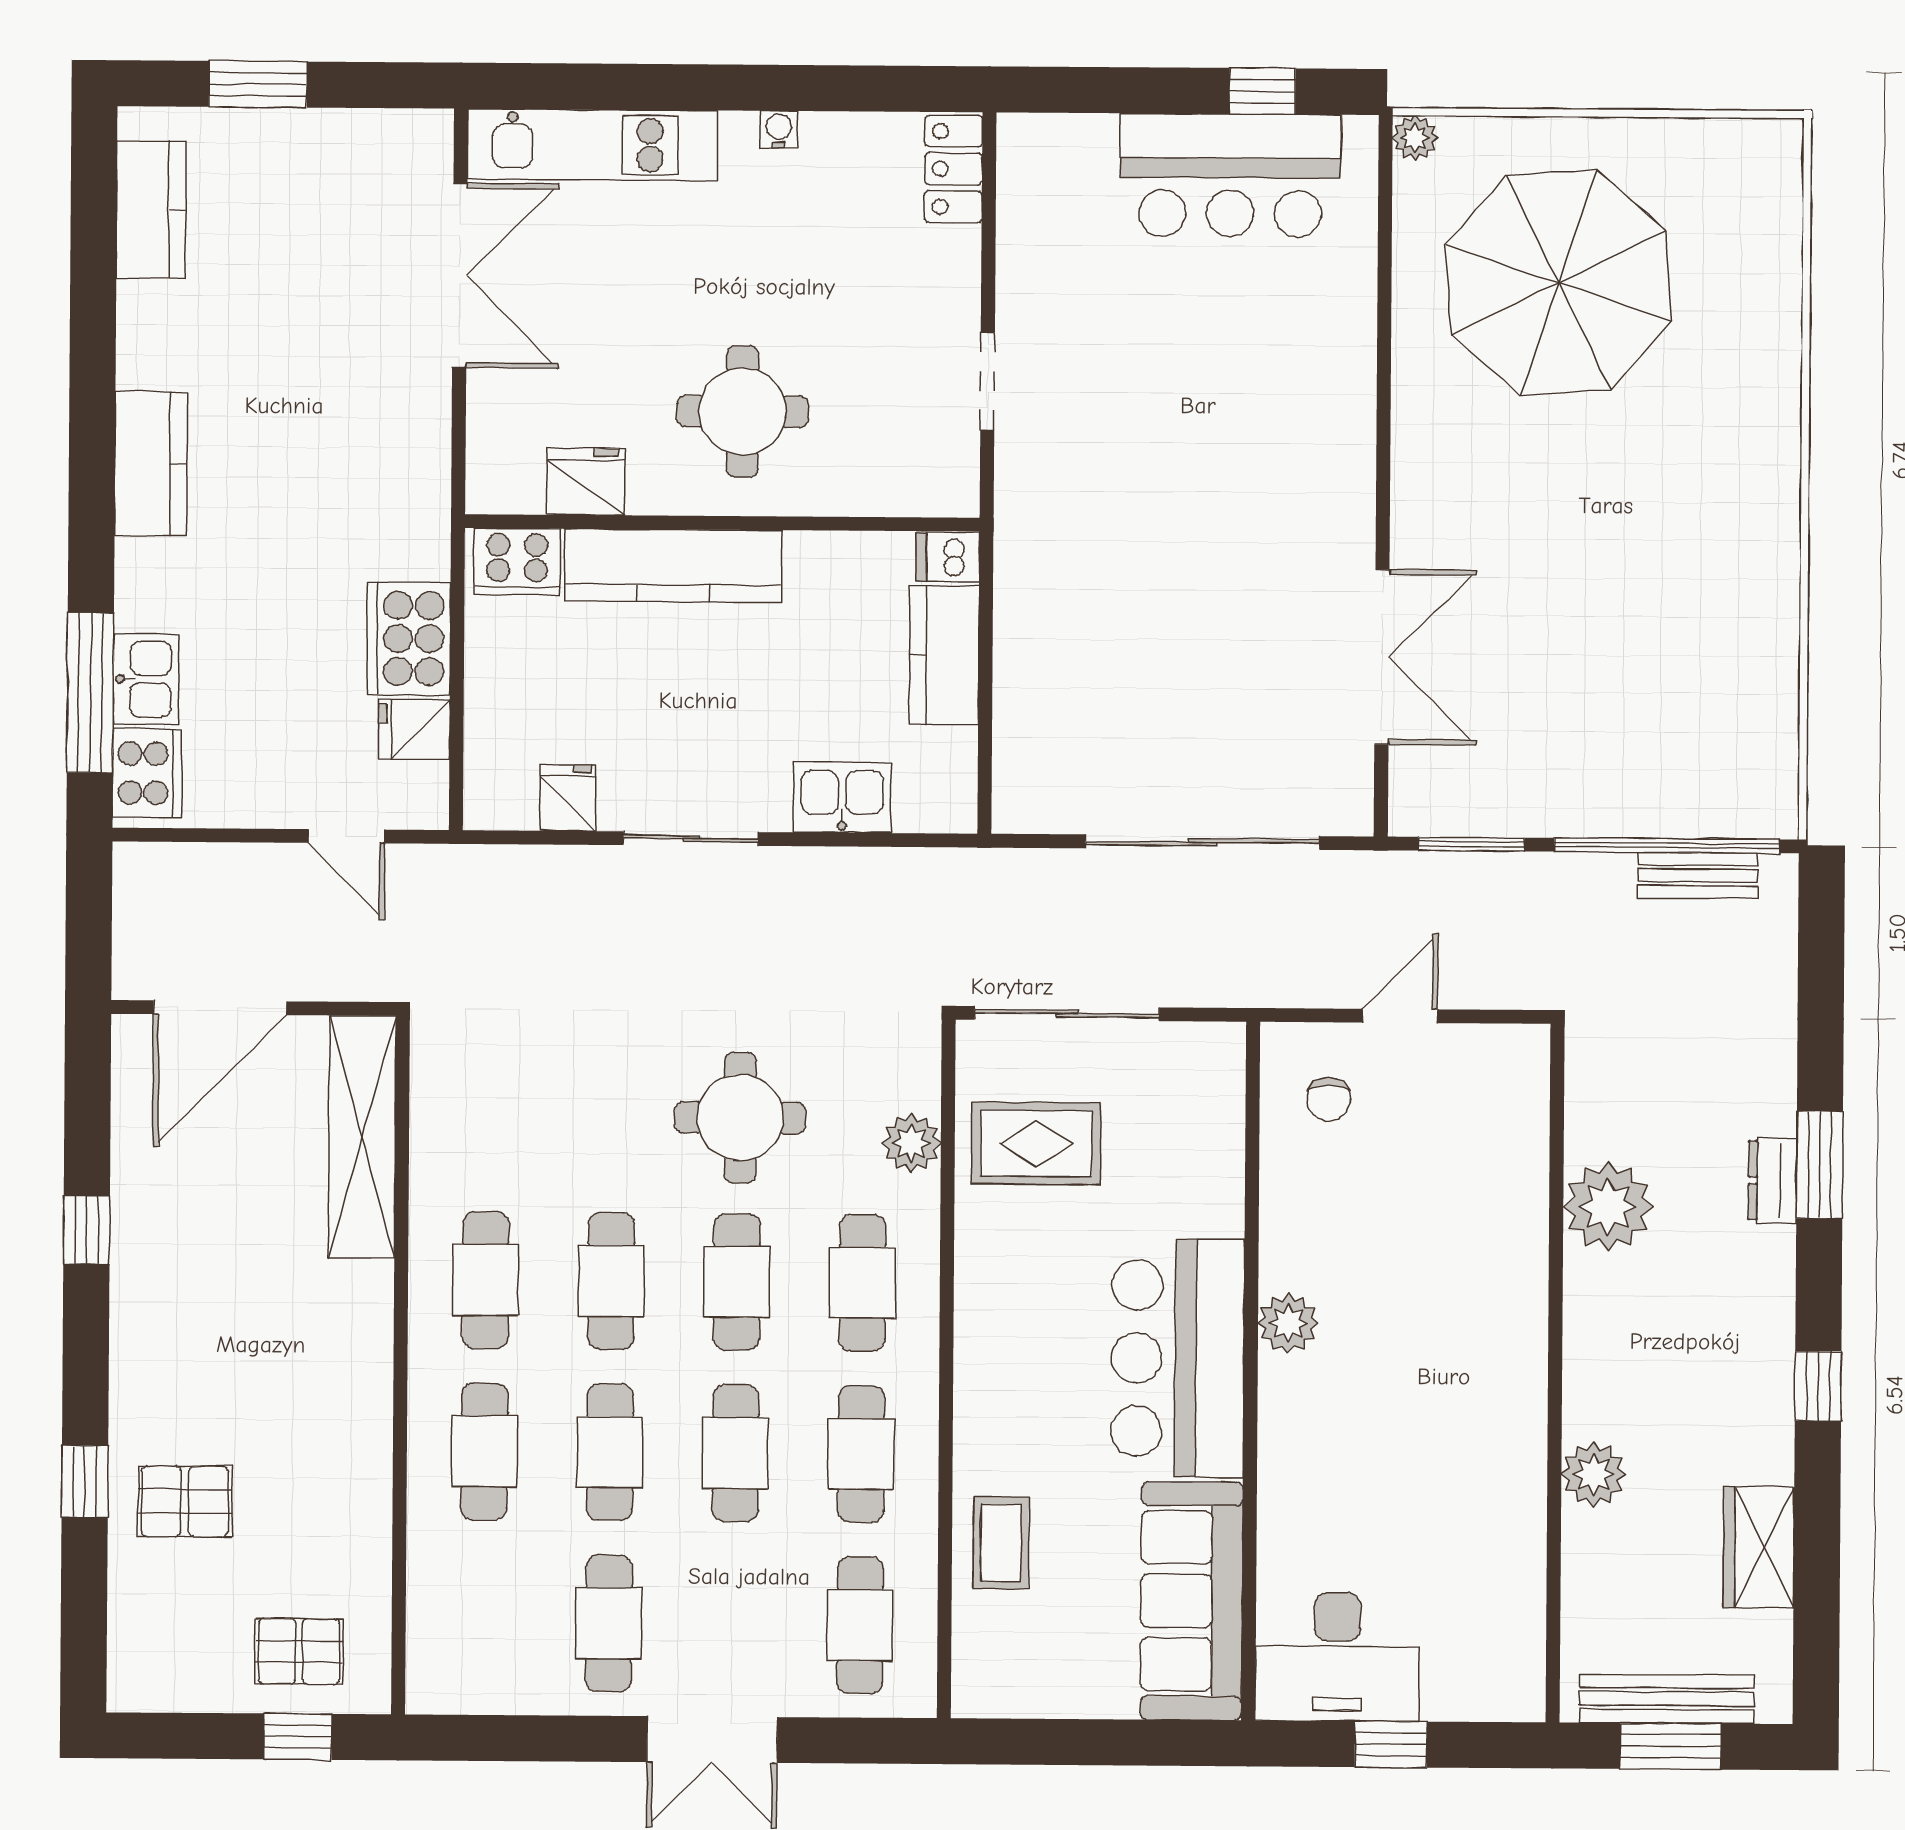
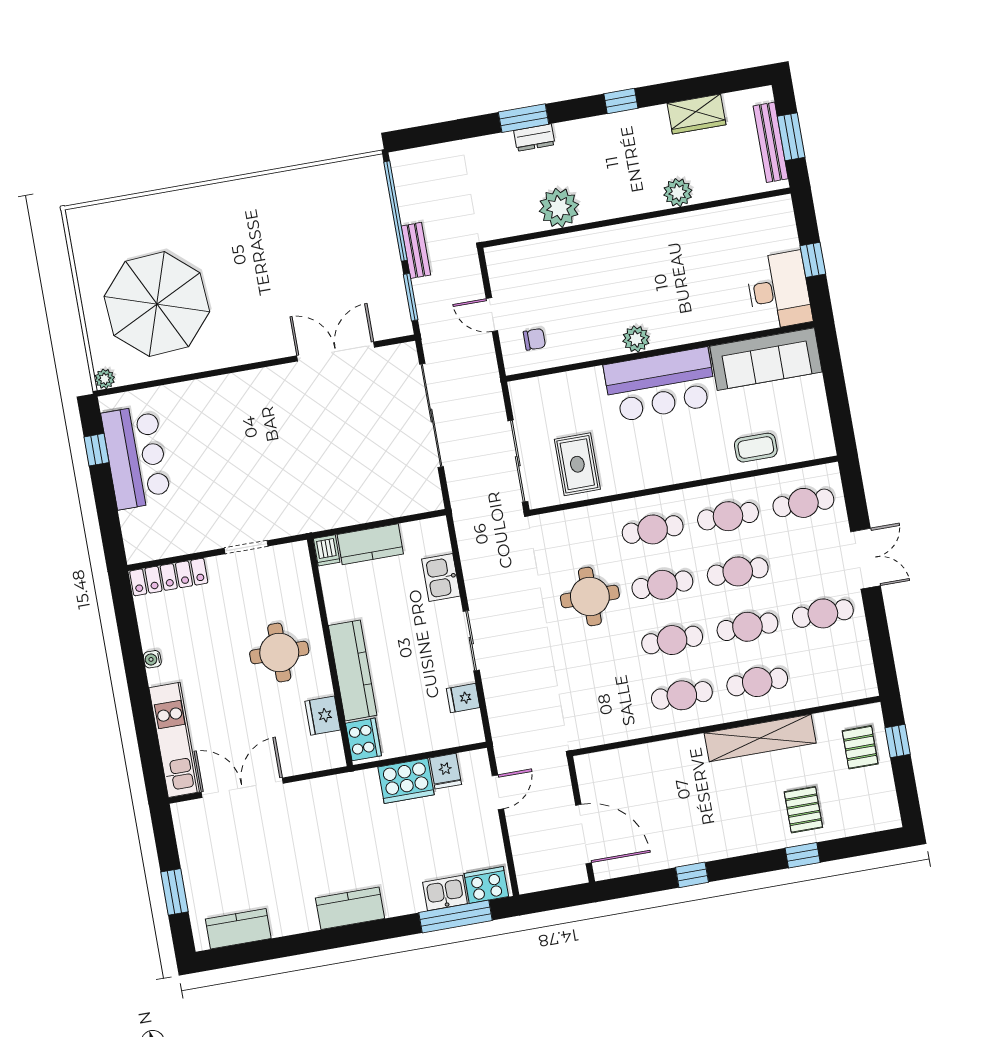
locker: (953, 169) -> (169, 577), width x1.53
bench: (1698, 875) -> (416, 250), moved
shelving: (362, 1137) -> (760, 738), moved
plant: (911, 1143) -> (587, 519), removed

